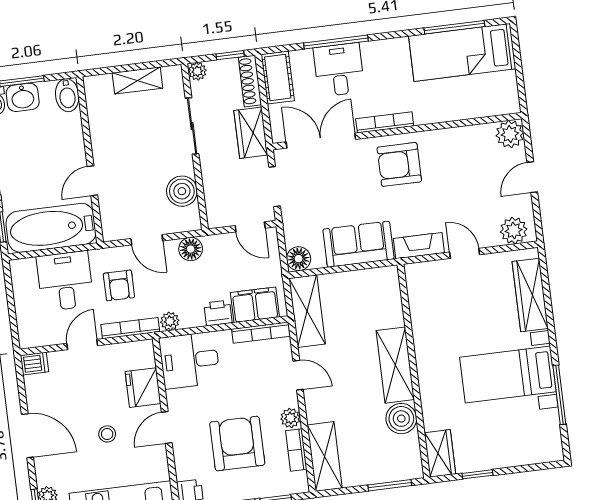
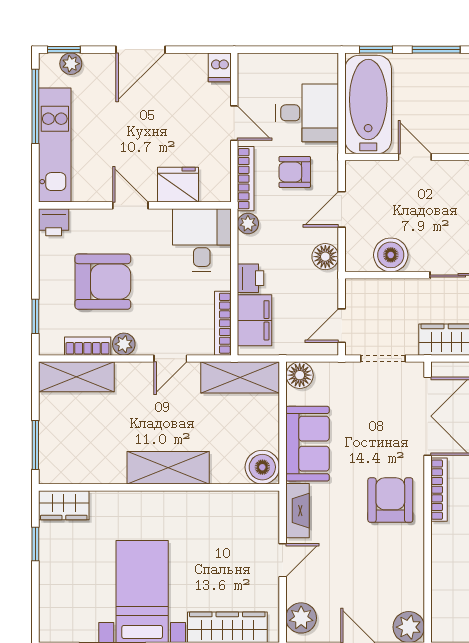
boiler: (401, 419) -> (262, 467), moved
stool: (107, 434) -> (131, 138), removed

